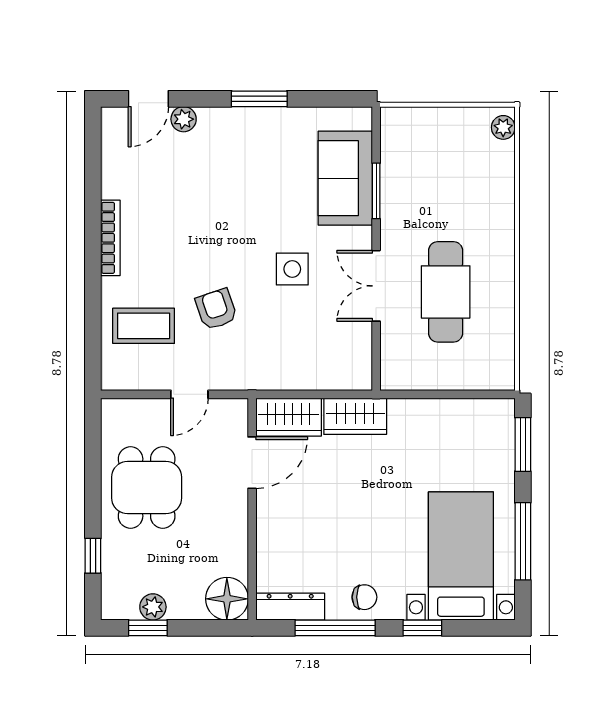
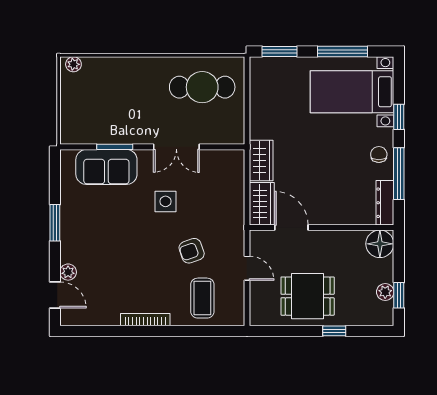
cafe table: (446, 292) -> (202, 87), moved
window: (93, 556) -> (334, 331), moved

